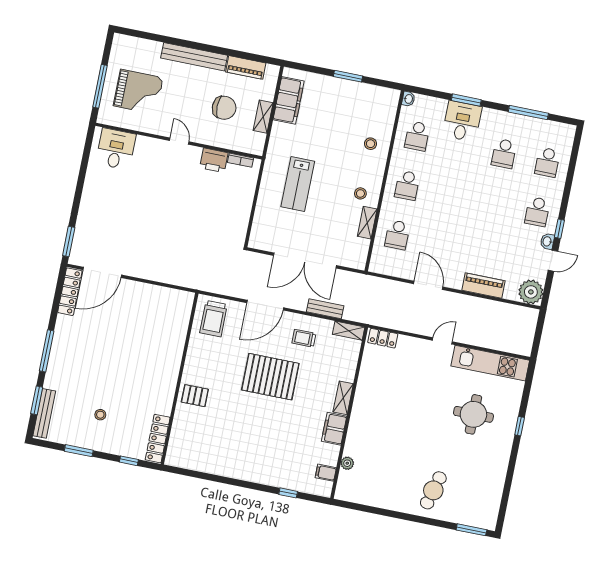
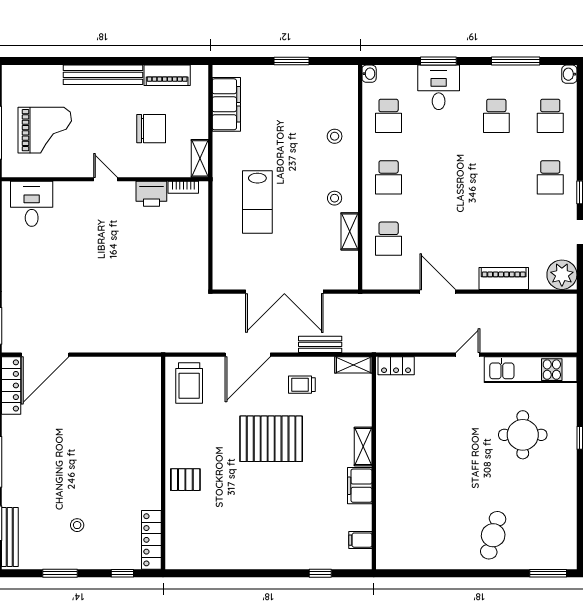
shelving: (263, 117) -> (200, 158), moved
washbasin: (547, 241) -> (569, 74), moved
plant: (347, 463) -> (384, 524), removed

